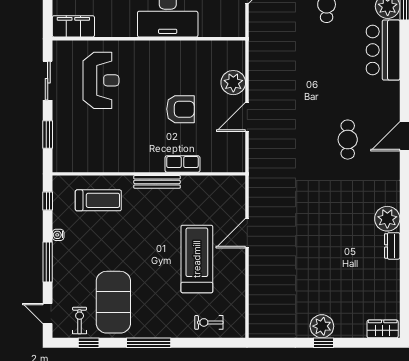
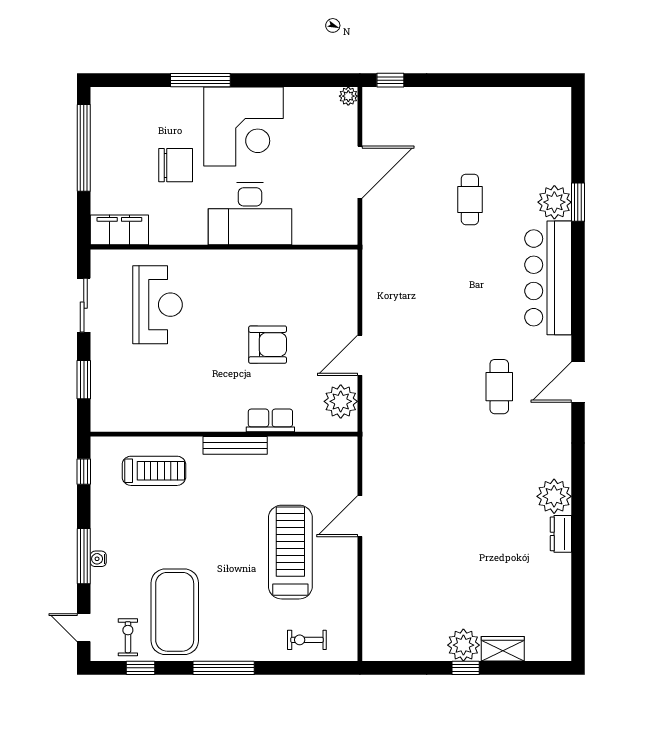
bar counter: (383, 50) -> (548, 278), width x1.36
plant: (233, 83) -> (341, 401), moved
water cooler: (58, 235) -> (98, 559), moved
wardrobe: (383, 329) -> (503, 649), moved

